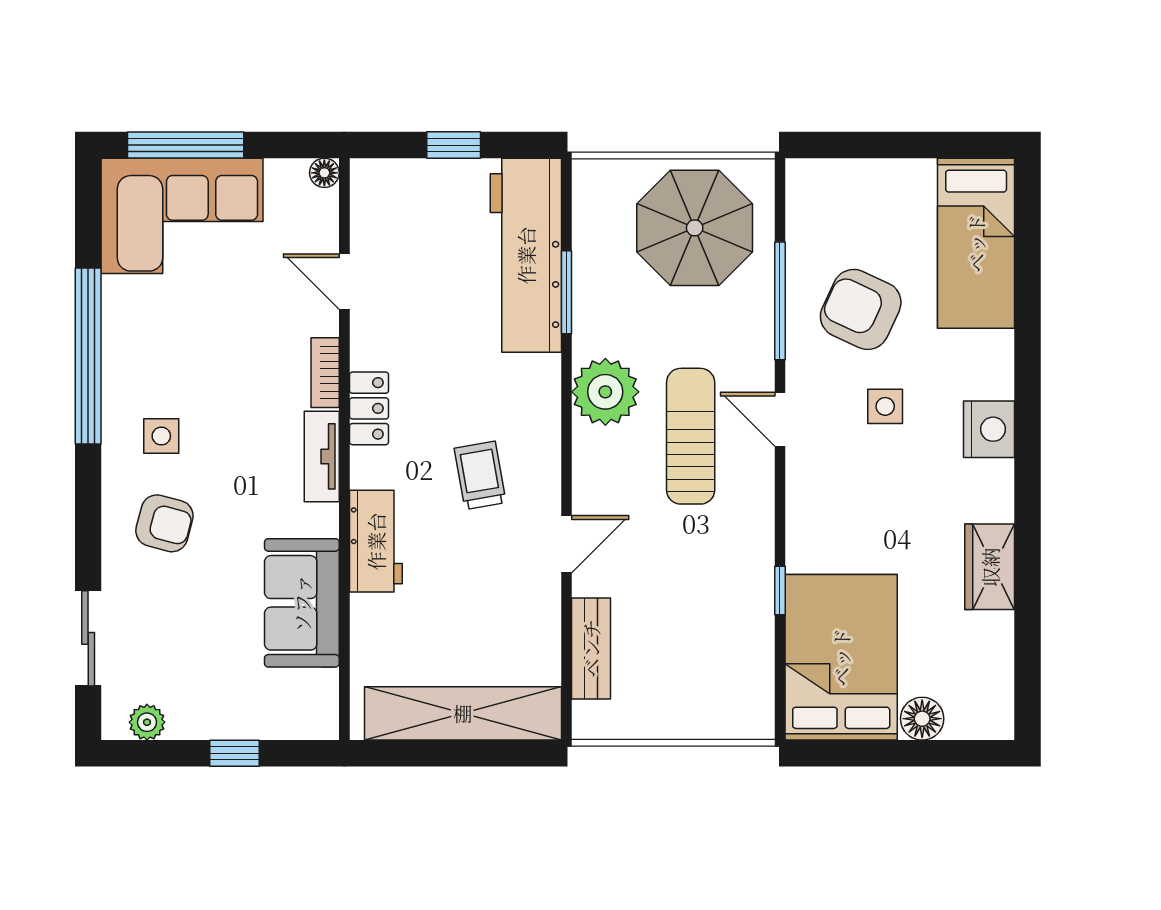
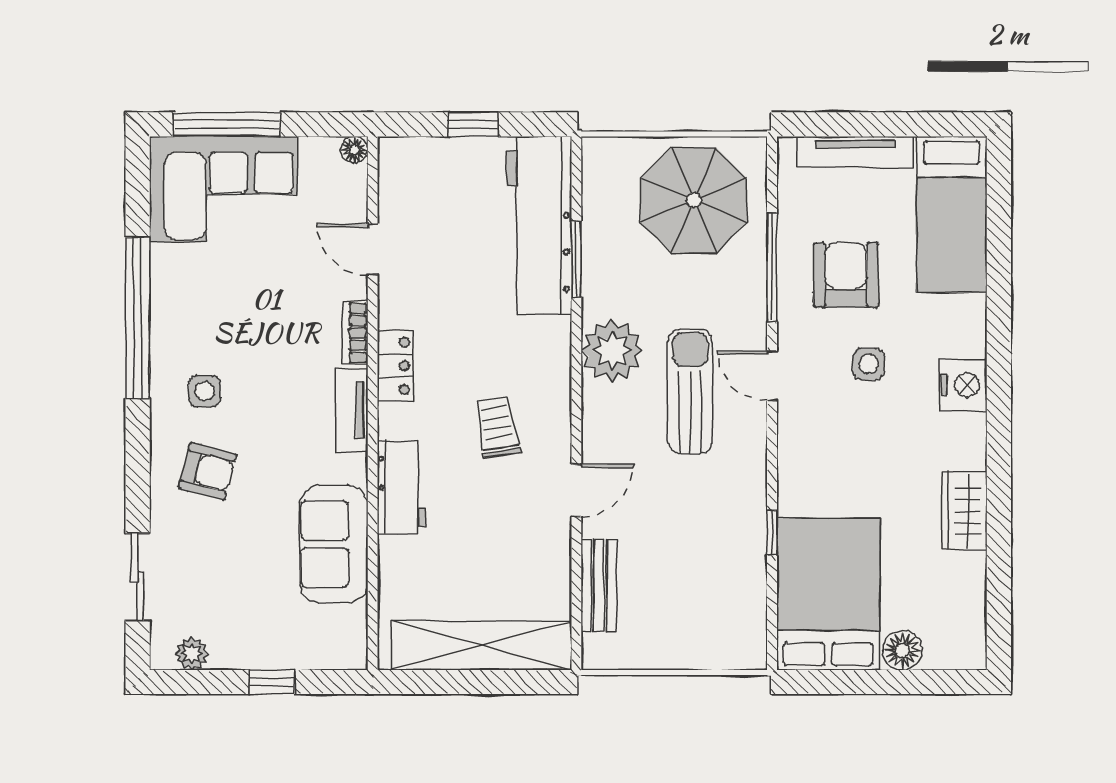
tv unit: (871, 175) -> (855, 152), added
armchair: (861, 309) -> (846, 275), turned 65

